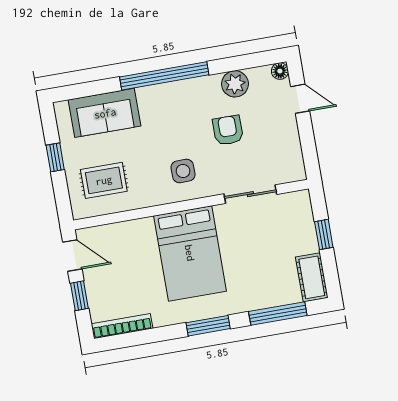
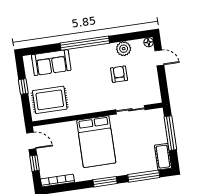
side table: (183, 171) -> (94, 96), removed
rug: (104, 180) -> (50, 100), width x1.36, depth x1.43
window: (324, 234) -> (170, 133), width x2.17

